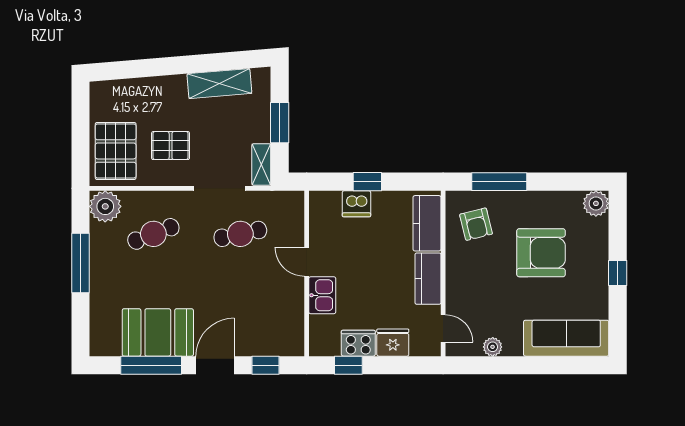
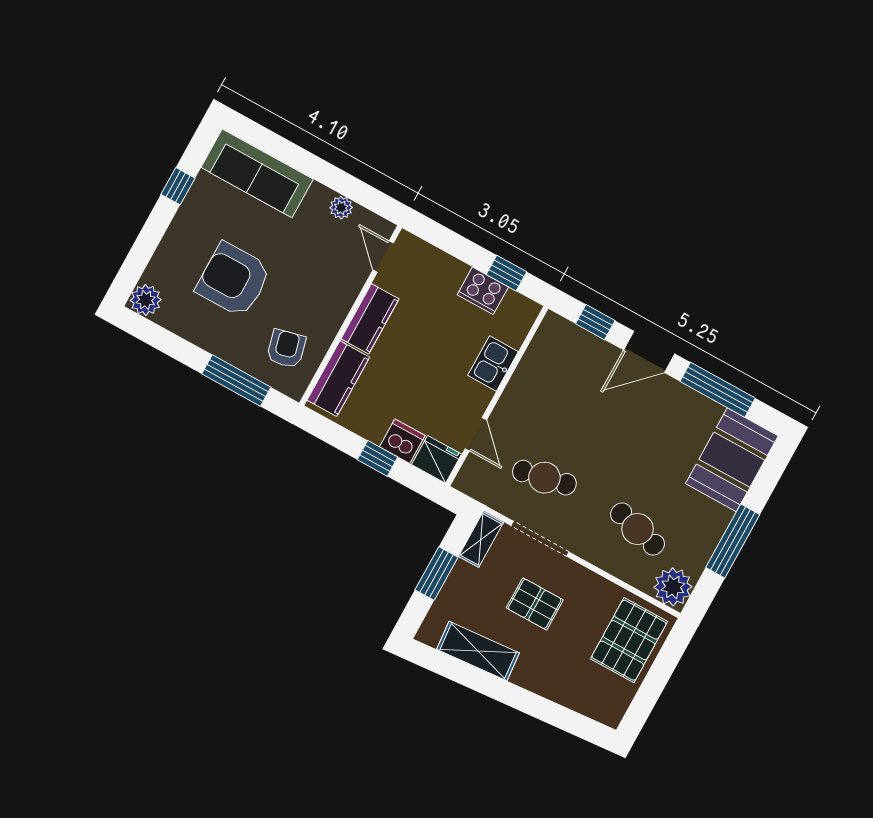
pallet: (171, 146) -> (535, 604), moved
cafe table: (153, 234) -> (638, 529), turned 36
door: (307, 262) -> (476, 434), moved
window: (618, 273) -> (178, 186), moved
booth: (158, 332) -> (732, 460), moved, turned 90
fridge: (393, 343) -> (437, 459), moved, turned 180

